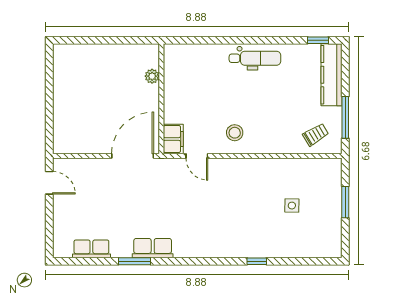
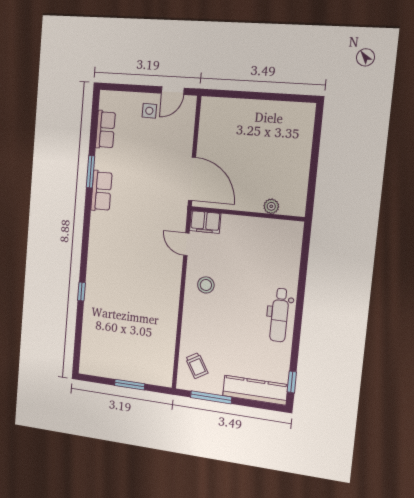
door: (197, 156) -> (186, 244), hinge flipped
side table: (292, 206) -> (149, 111), moved

